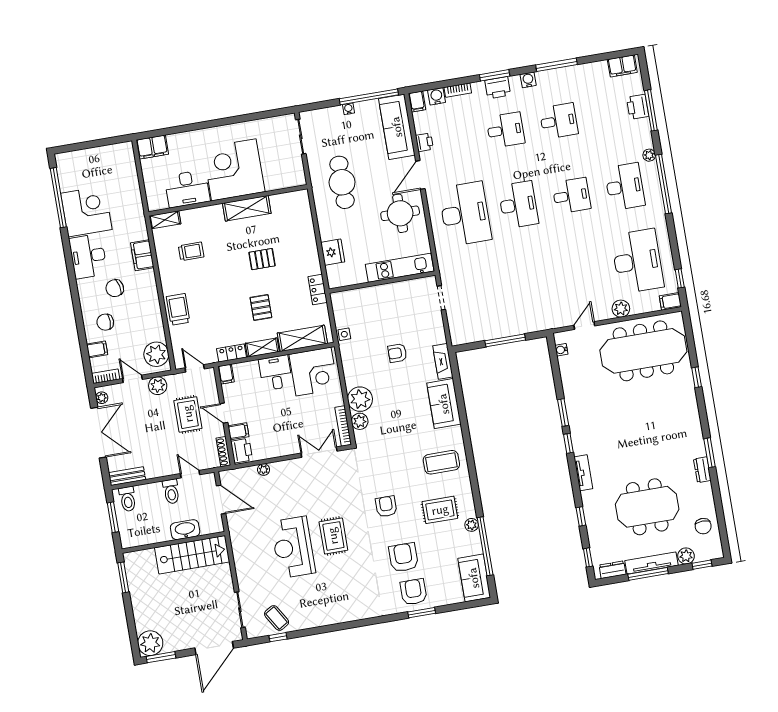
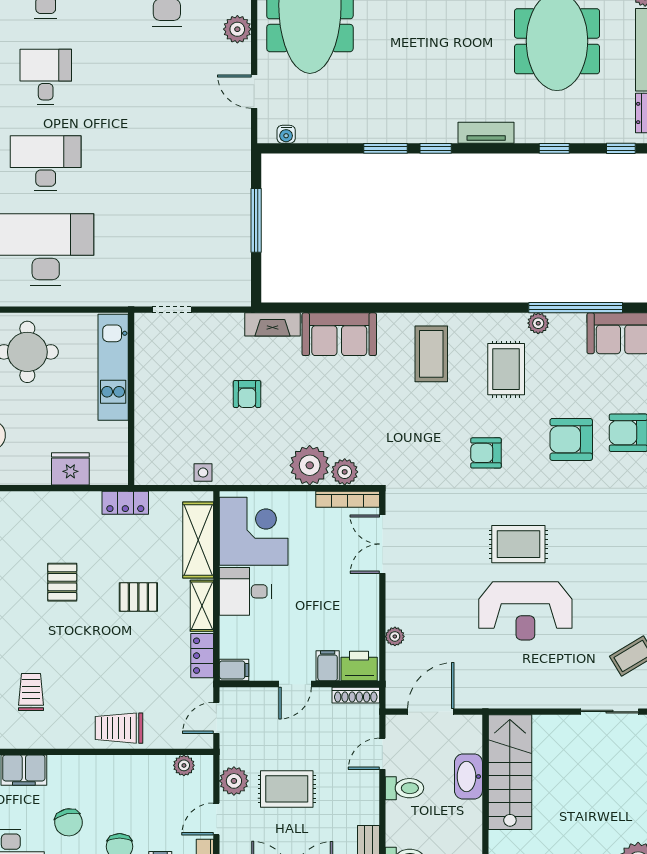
plant: (156, 354) -> (184, 765), width x0.53, depth x0.53
rug: (188, 414) -> (287, 789), moved

